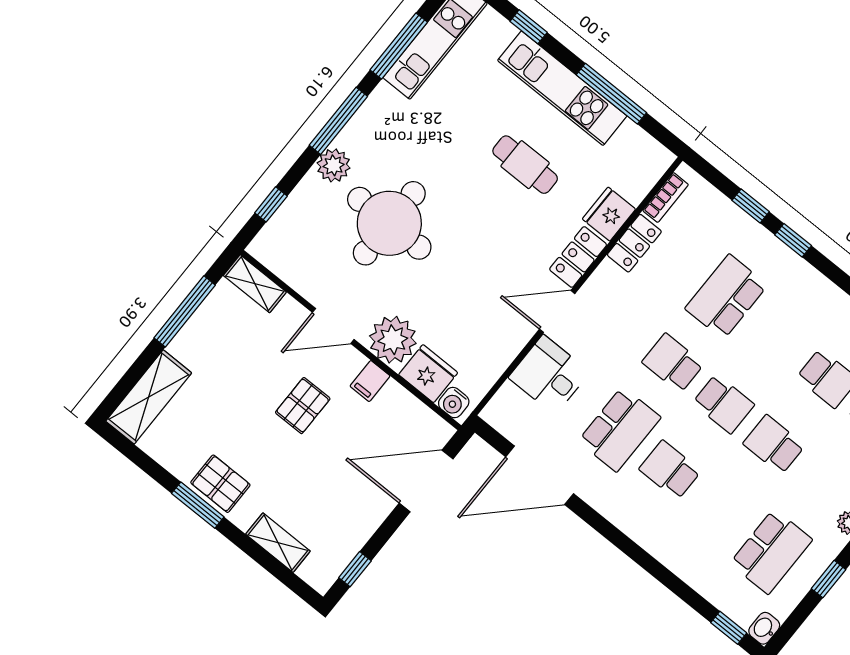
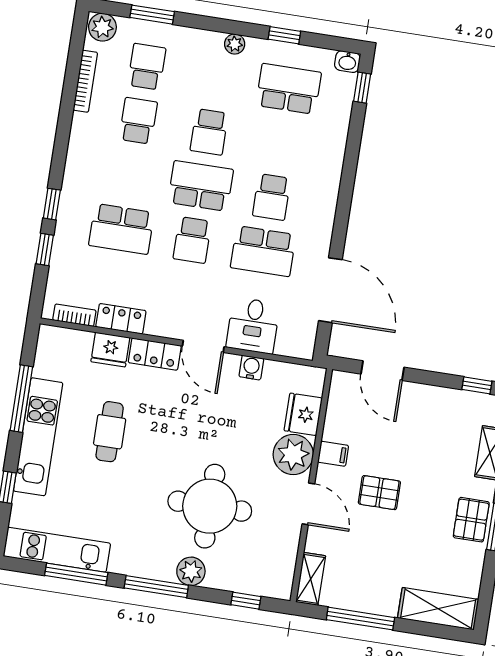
water cooler: (454, 403) -> (251, 368), moved, turned -90
school desk: (723, 404) -> (201, 186), width x1.85
school desk: (619, 429) -> (263, 251), turned 180
door: (426, 481) -> (383, 371), width x0.73

